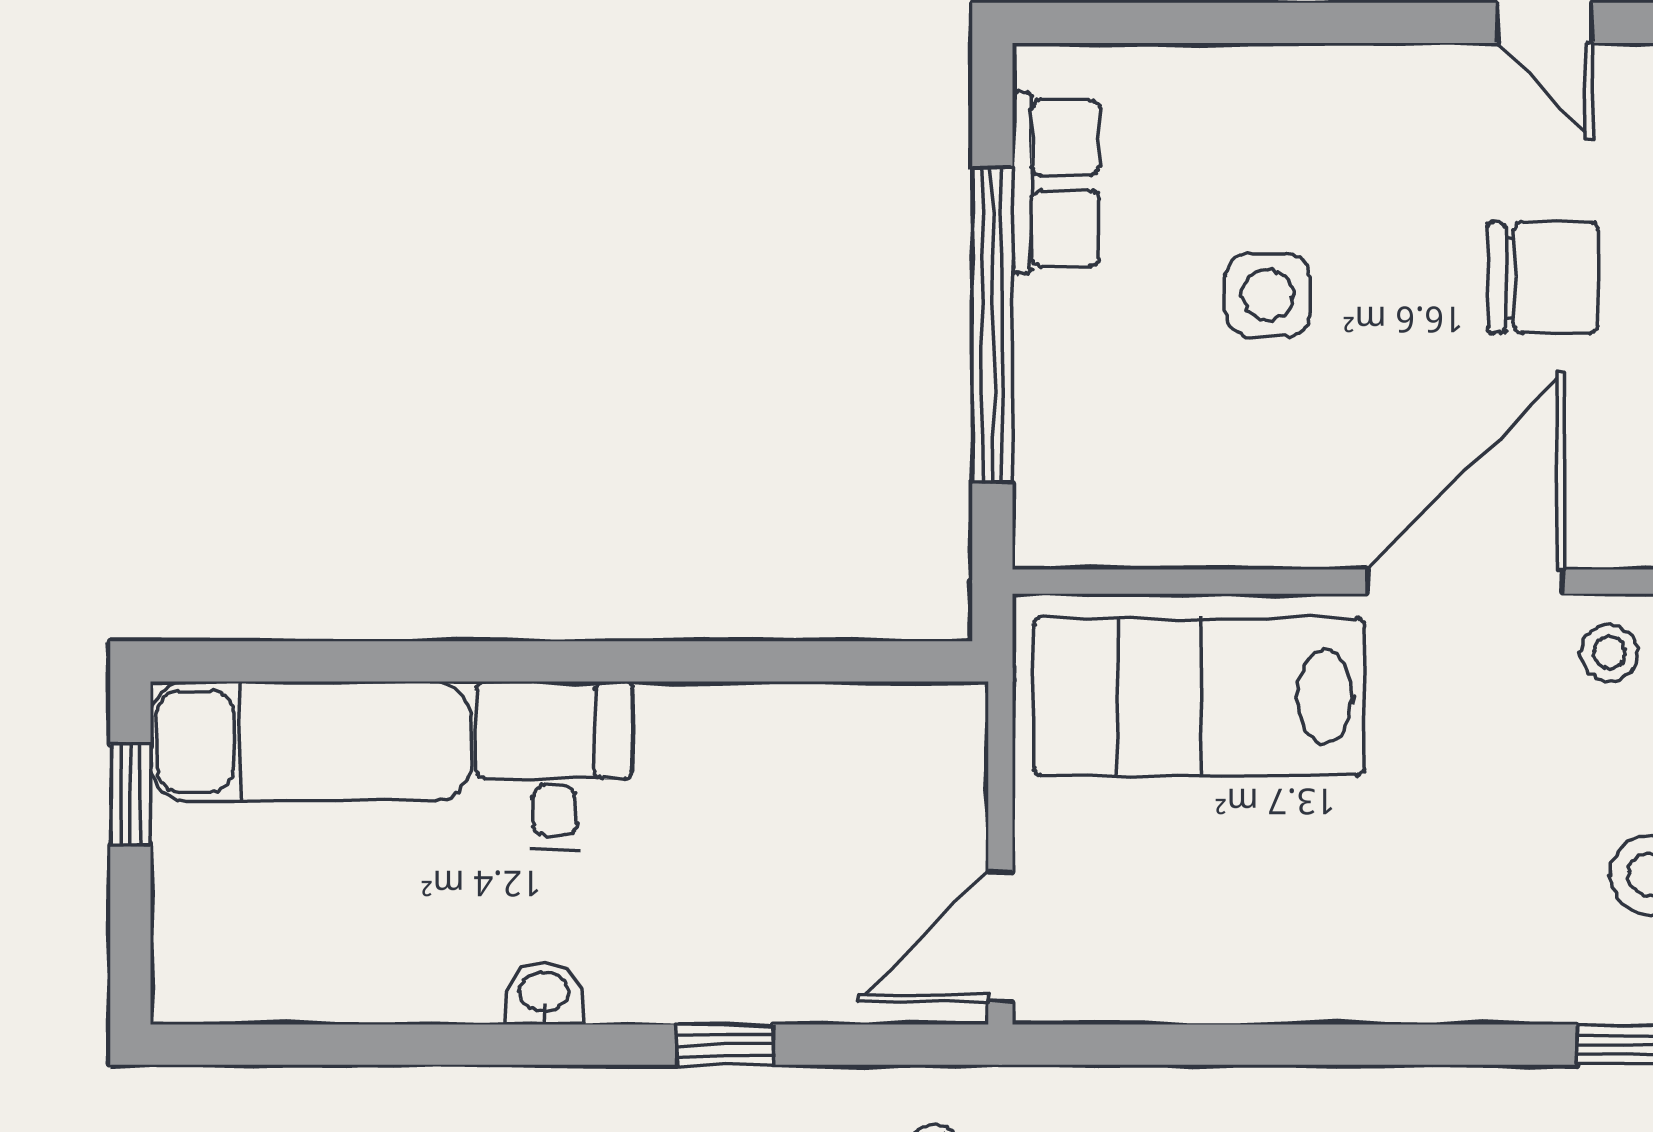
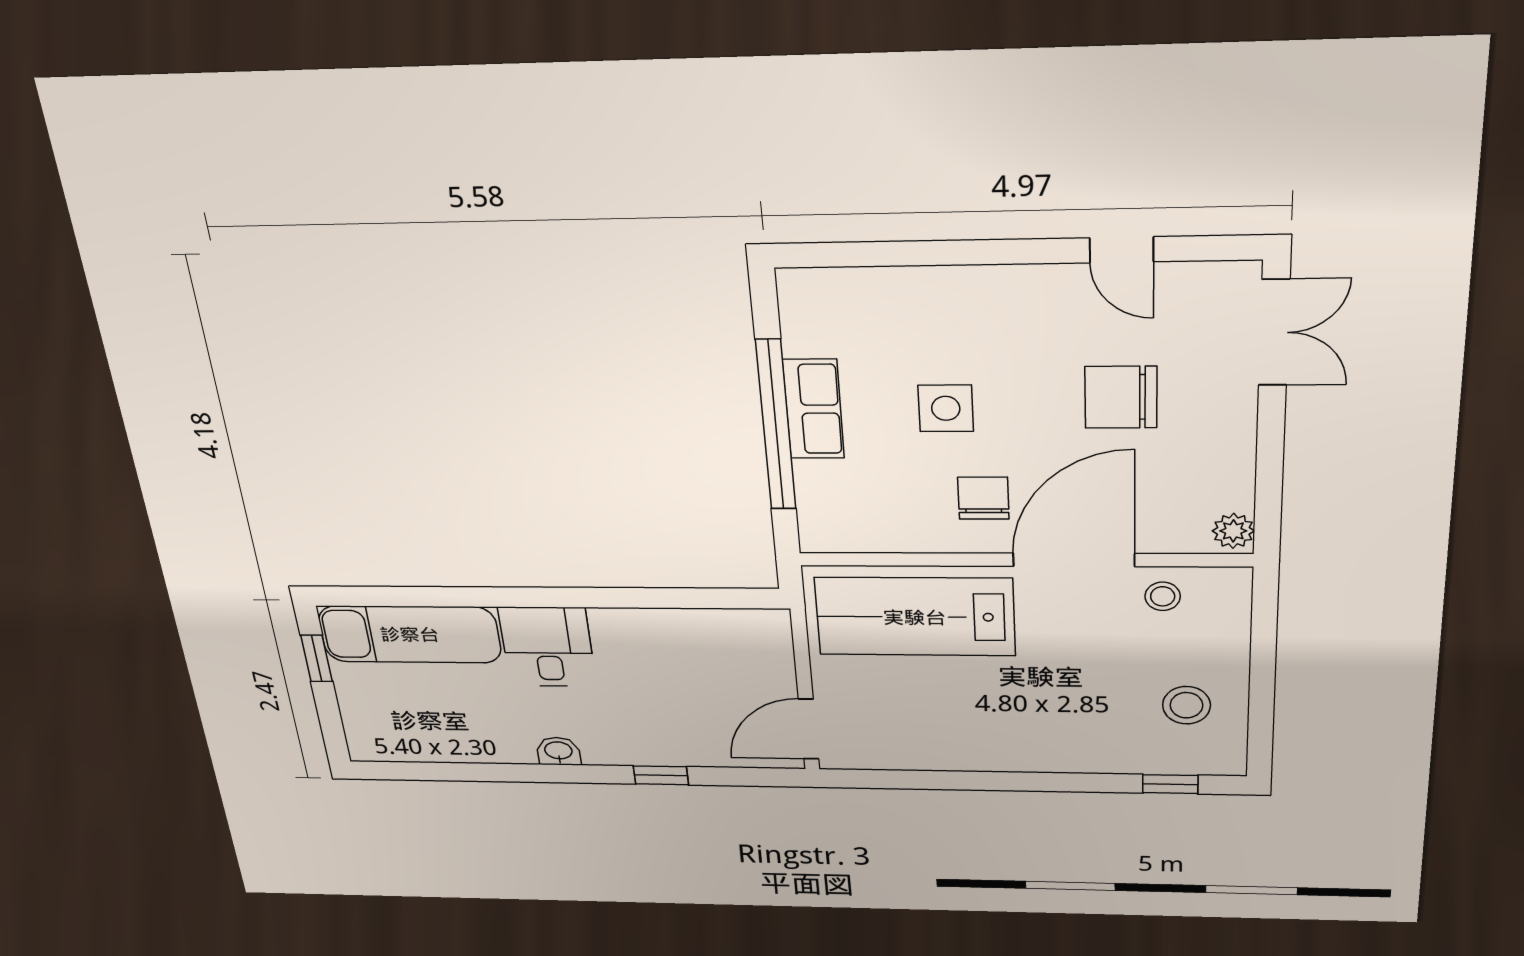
row of seats: (1056, 183) -> (814, 409), moved
chair: (1543, 277) -> (1121, 397), turned 180
chair: (1321, 463) -> (983, 498), added

